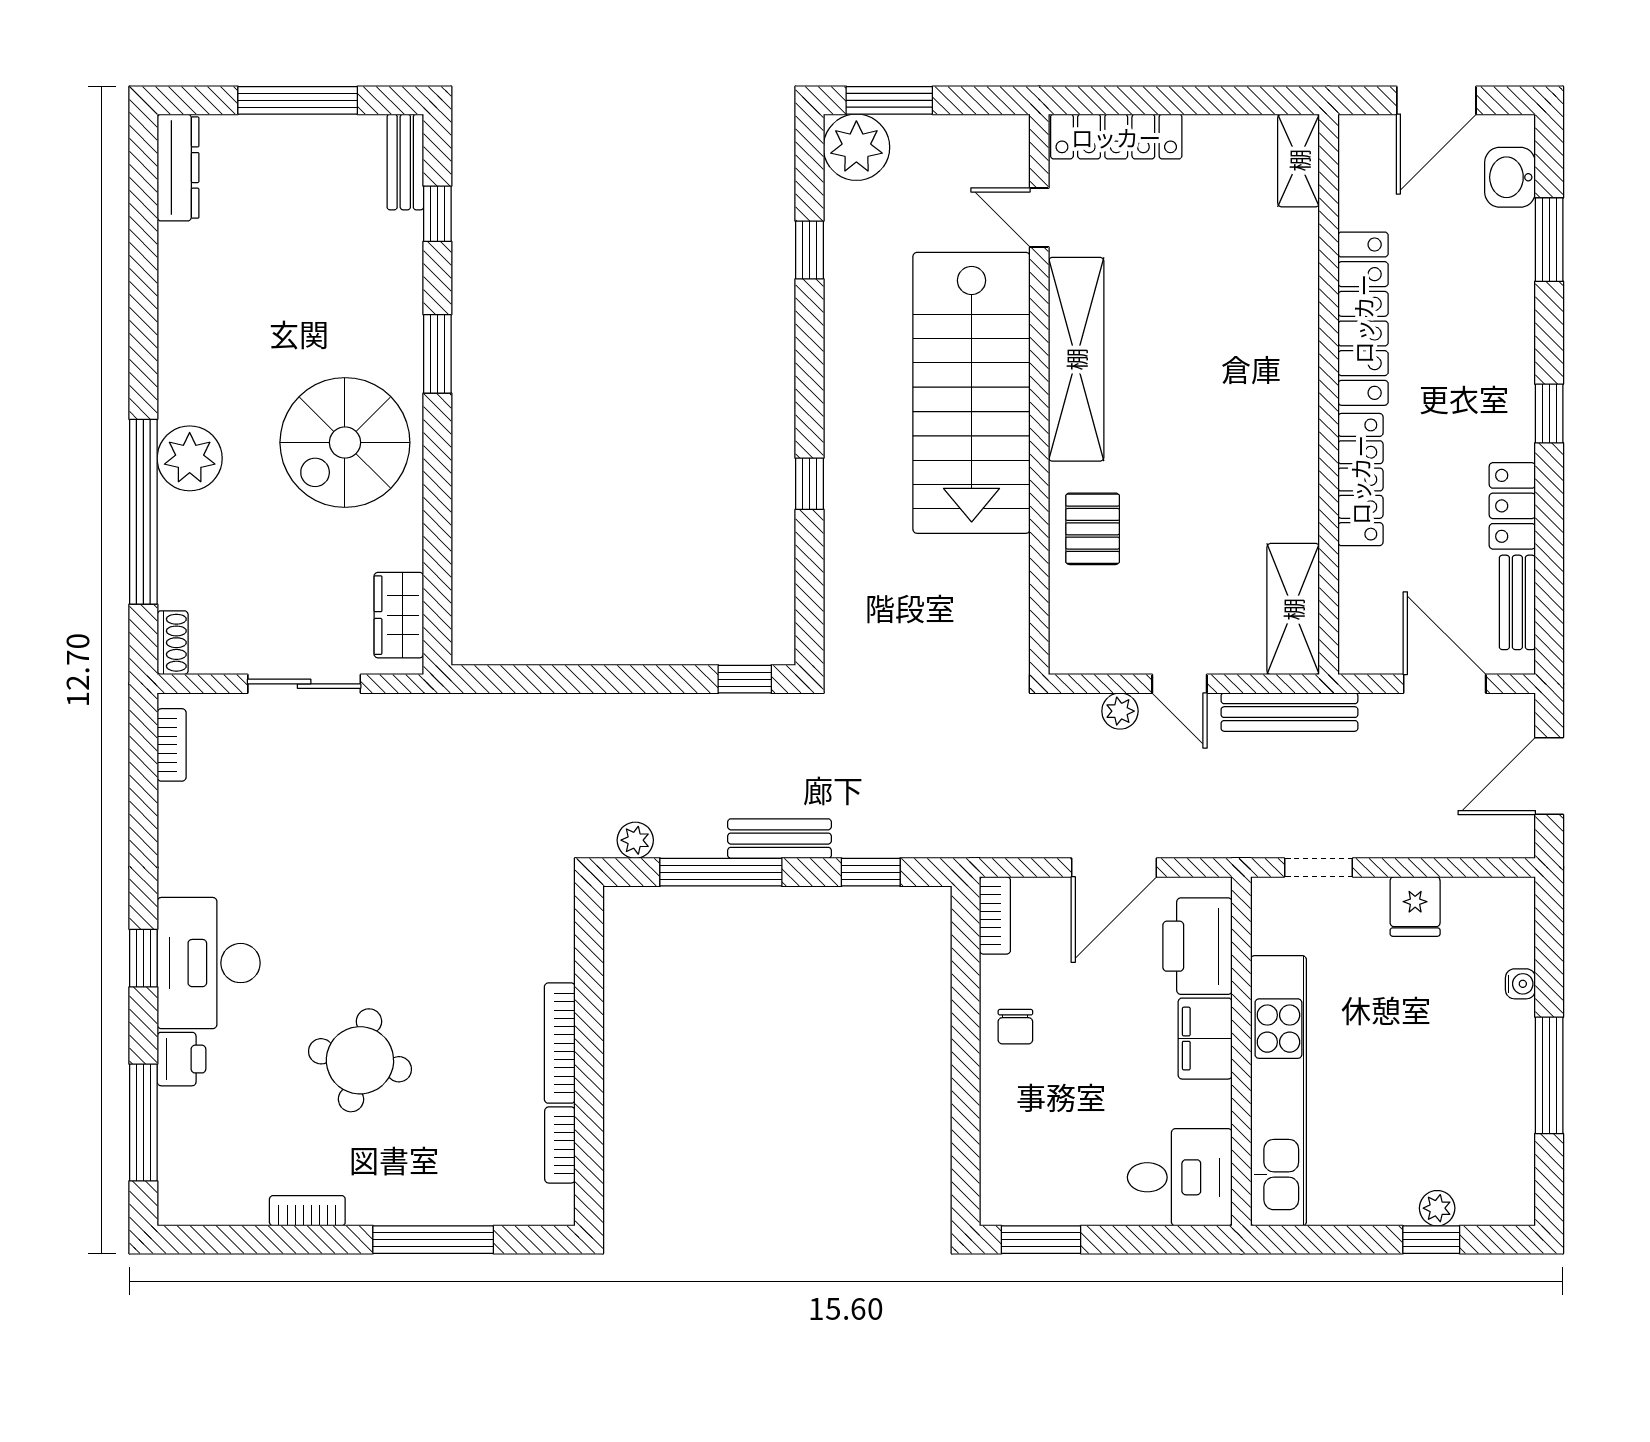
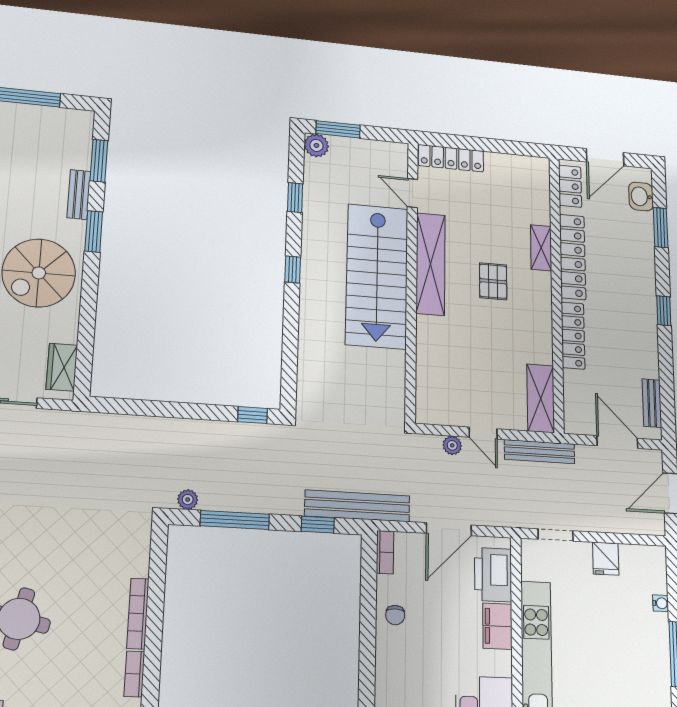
plant: (856, 147) -> (316, 145), width x0.73, depth x0.73
shelving: (1299, 160) -> (541, 248), moved
bench: (405, 162) -> (79, 195), moved
window: (437, 214) -> (99, 161), width x1.50
window: (810, 484) -> (293, 270), moved
locker: (1512, 506) -> (570, 186), moved, turned 180
pallet: (1093, 529) -> (493, 281), moved
bench: (780, 839) -> (357, 506), moved, width x1.86, depth x1.21

